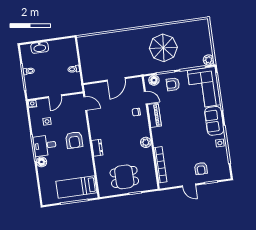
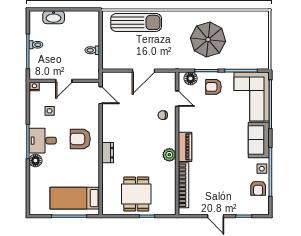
sun lounger: (105, 42) -> (136, 22), added
plant: (209, 60) -> (262, 63), removed
piano: (154, 115) -> (185, 147), moved
armchair: (74, 140) -> (80, 139), turned 90
armchair: (201, 169) -> (258, 188), moved
dining table: (124, 177) -> (136, 194), turned 90

